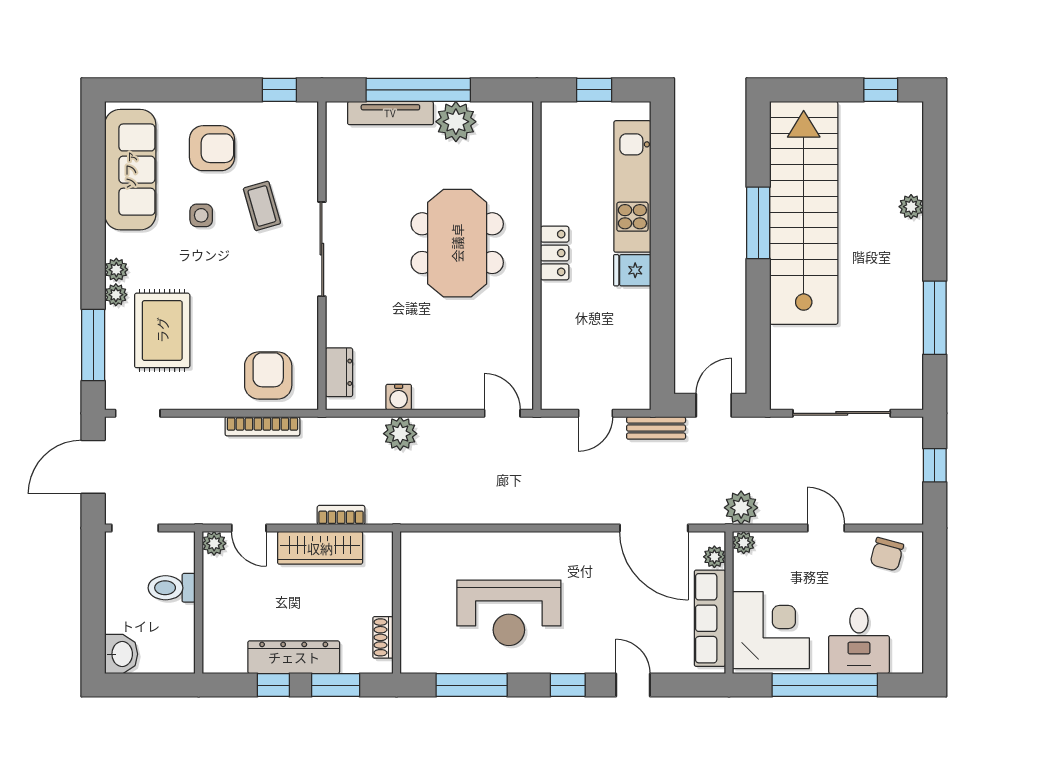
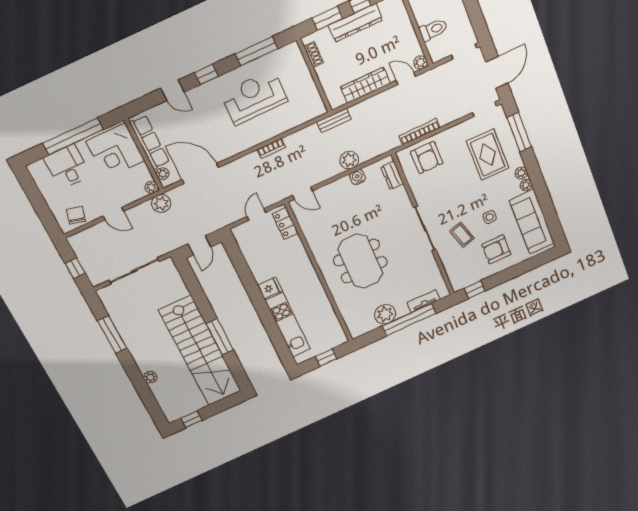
tv unit: (390, 113) -> (424, 301), width x0.71
locker: (555, 253) -> (285, 223), moved
plant: (116, 295) -> (526, 185), moved
bench: (656, 428) -> (334, 120), moved
bookcase: (341, 515) -> (271, 148), moved

